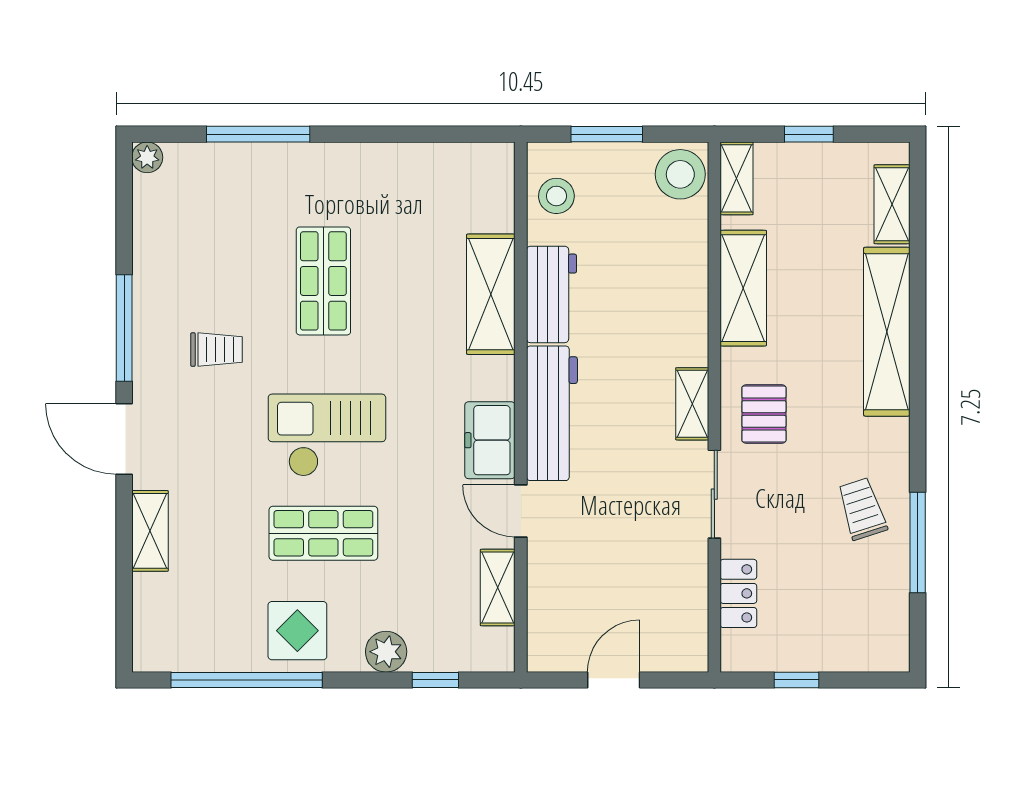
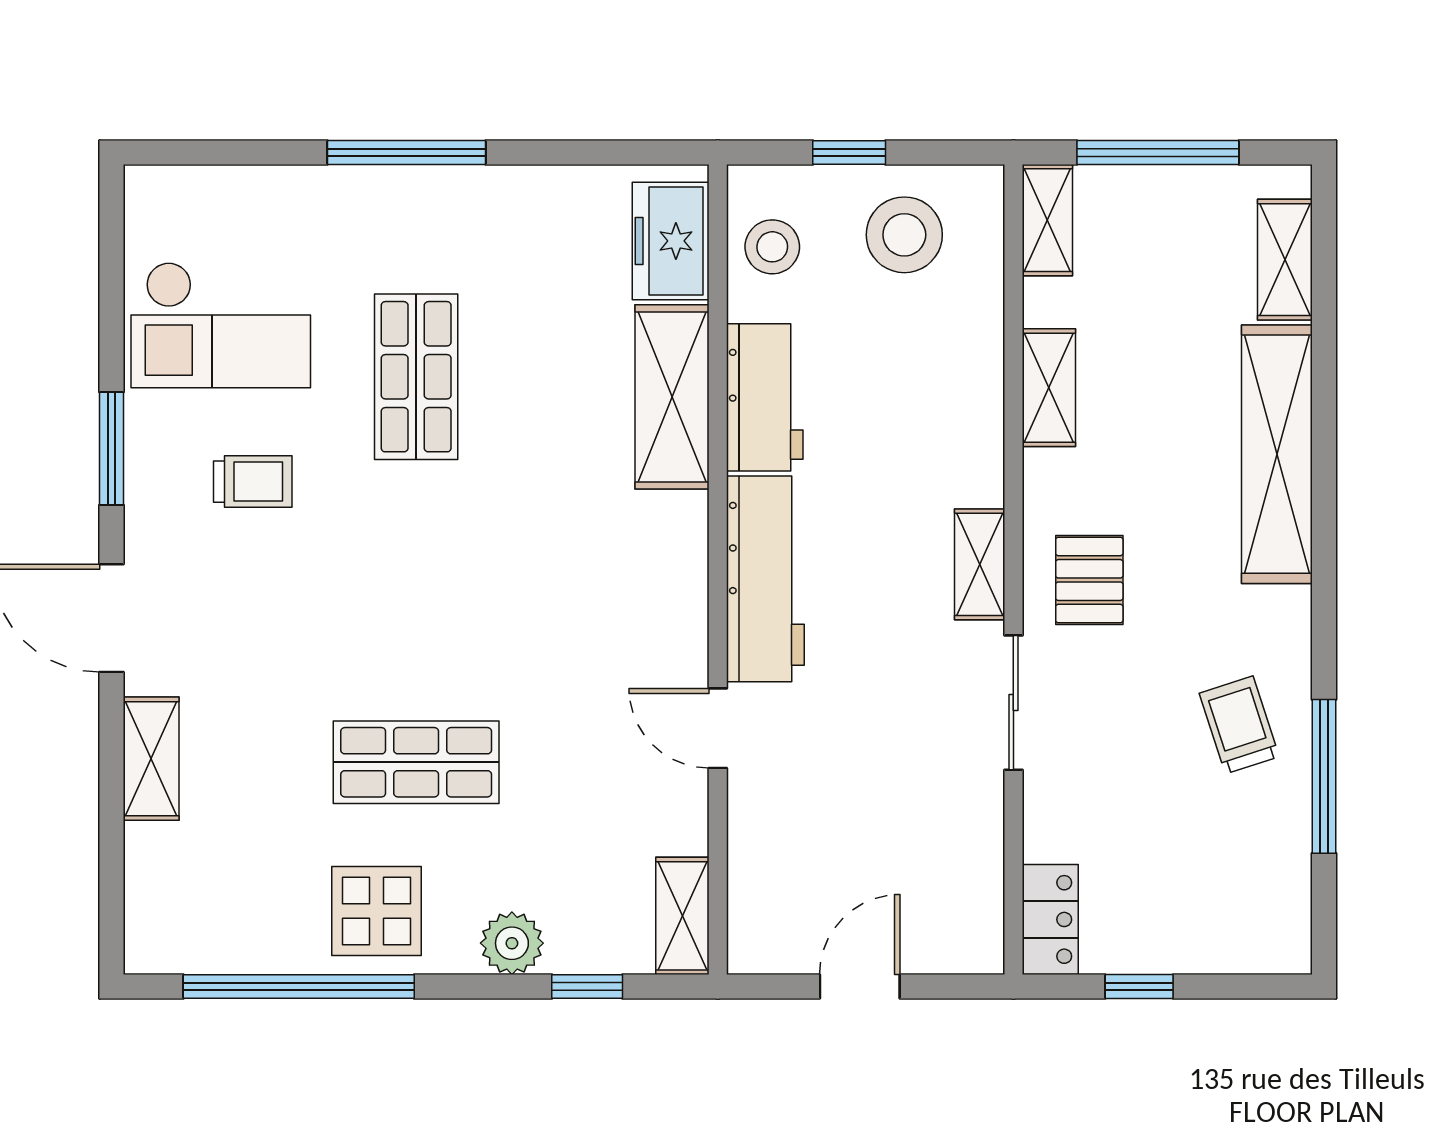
window: (258, 134) -> (407, 153), moved
window: (607, 134) -> (849, 153), width x0.67
window: (809, 134) -> (1158, 153), width x2.17
plant: (147, 157) -> (147, 188), removed
stool: (680, 174) -> (904, 235), moved
shelving: (743, 288) -> (1049, 388), width x0.67, depth x0.75
window: (124, 328) -> (112, 449), width x0.69
checkout: (327, 435) -> (221, 325), moved, turned 180
freezer: (490, 440) -> (671, 241), moved
shelving: (498, 588) -> (682, 916), moved
locker: (738, 593) -> (1050, 919), moved

